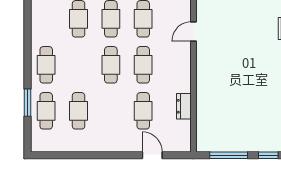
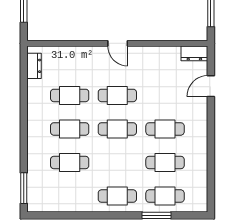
door: (193, 31) -> (118, 43), moved
dresser: (184, 106) -> (194, 53), moved
cafe table: (143, 111) -> (165, 129), moved

